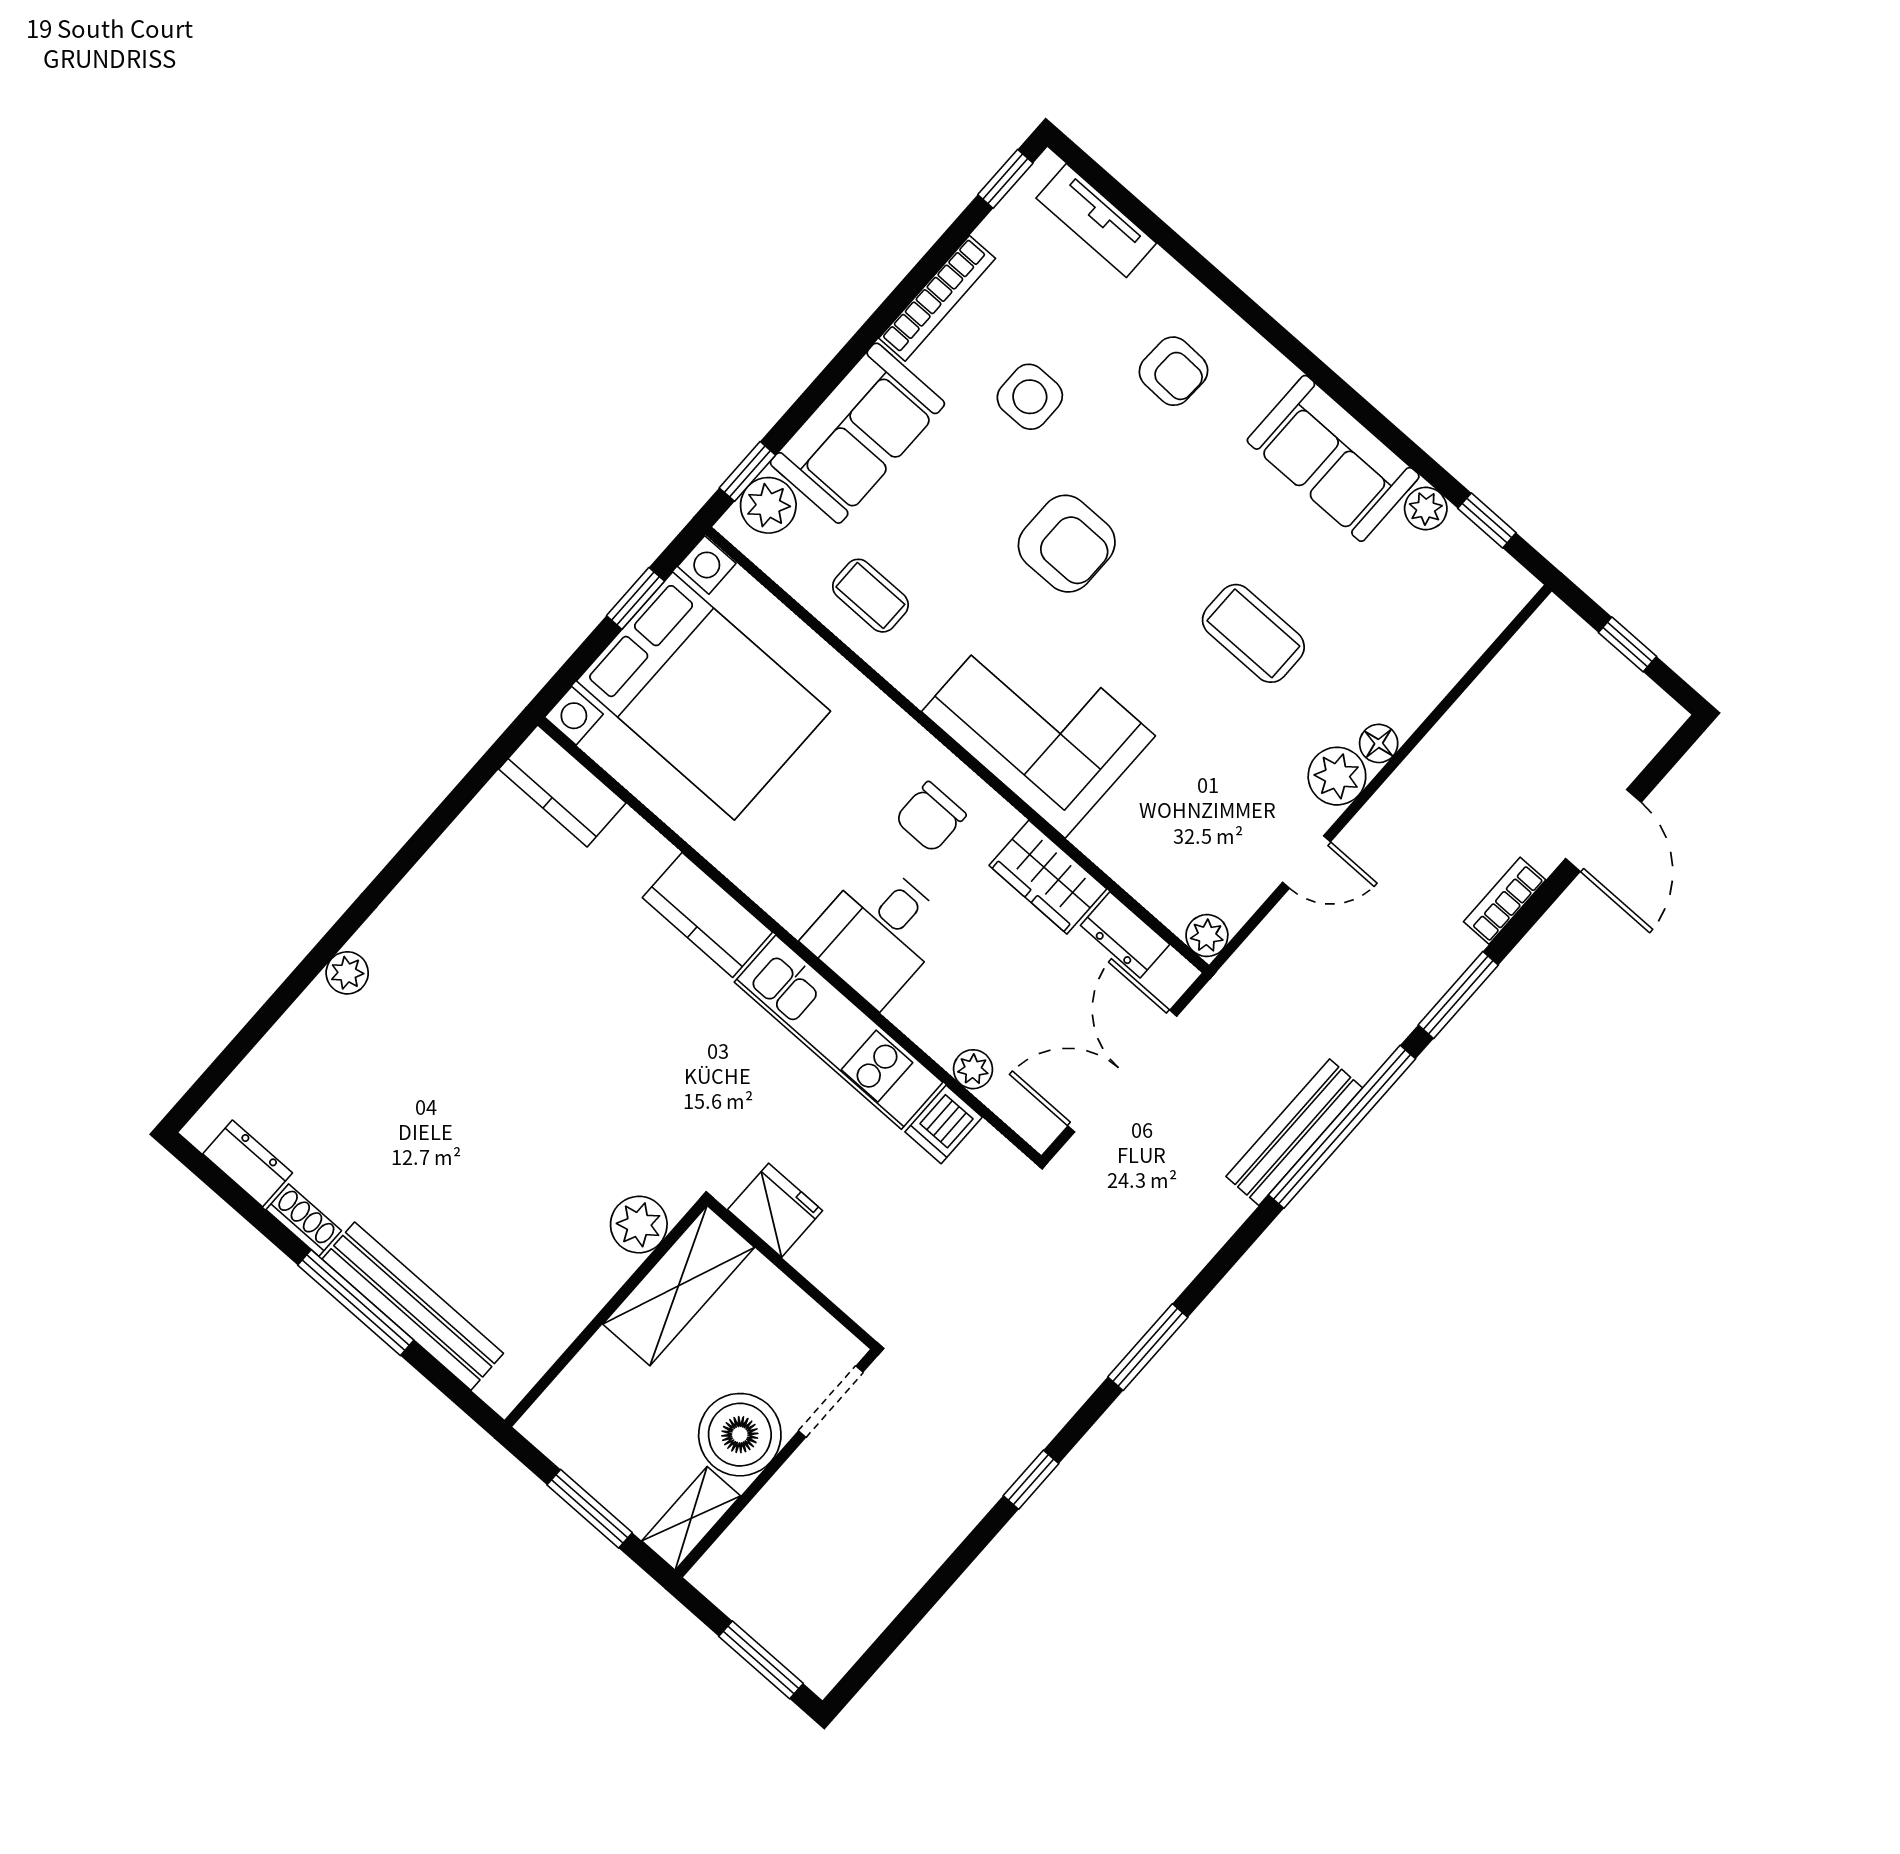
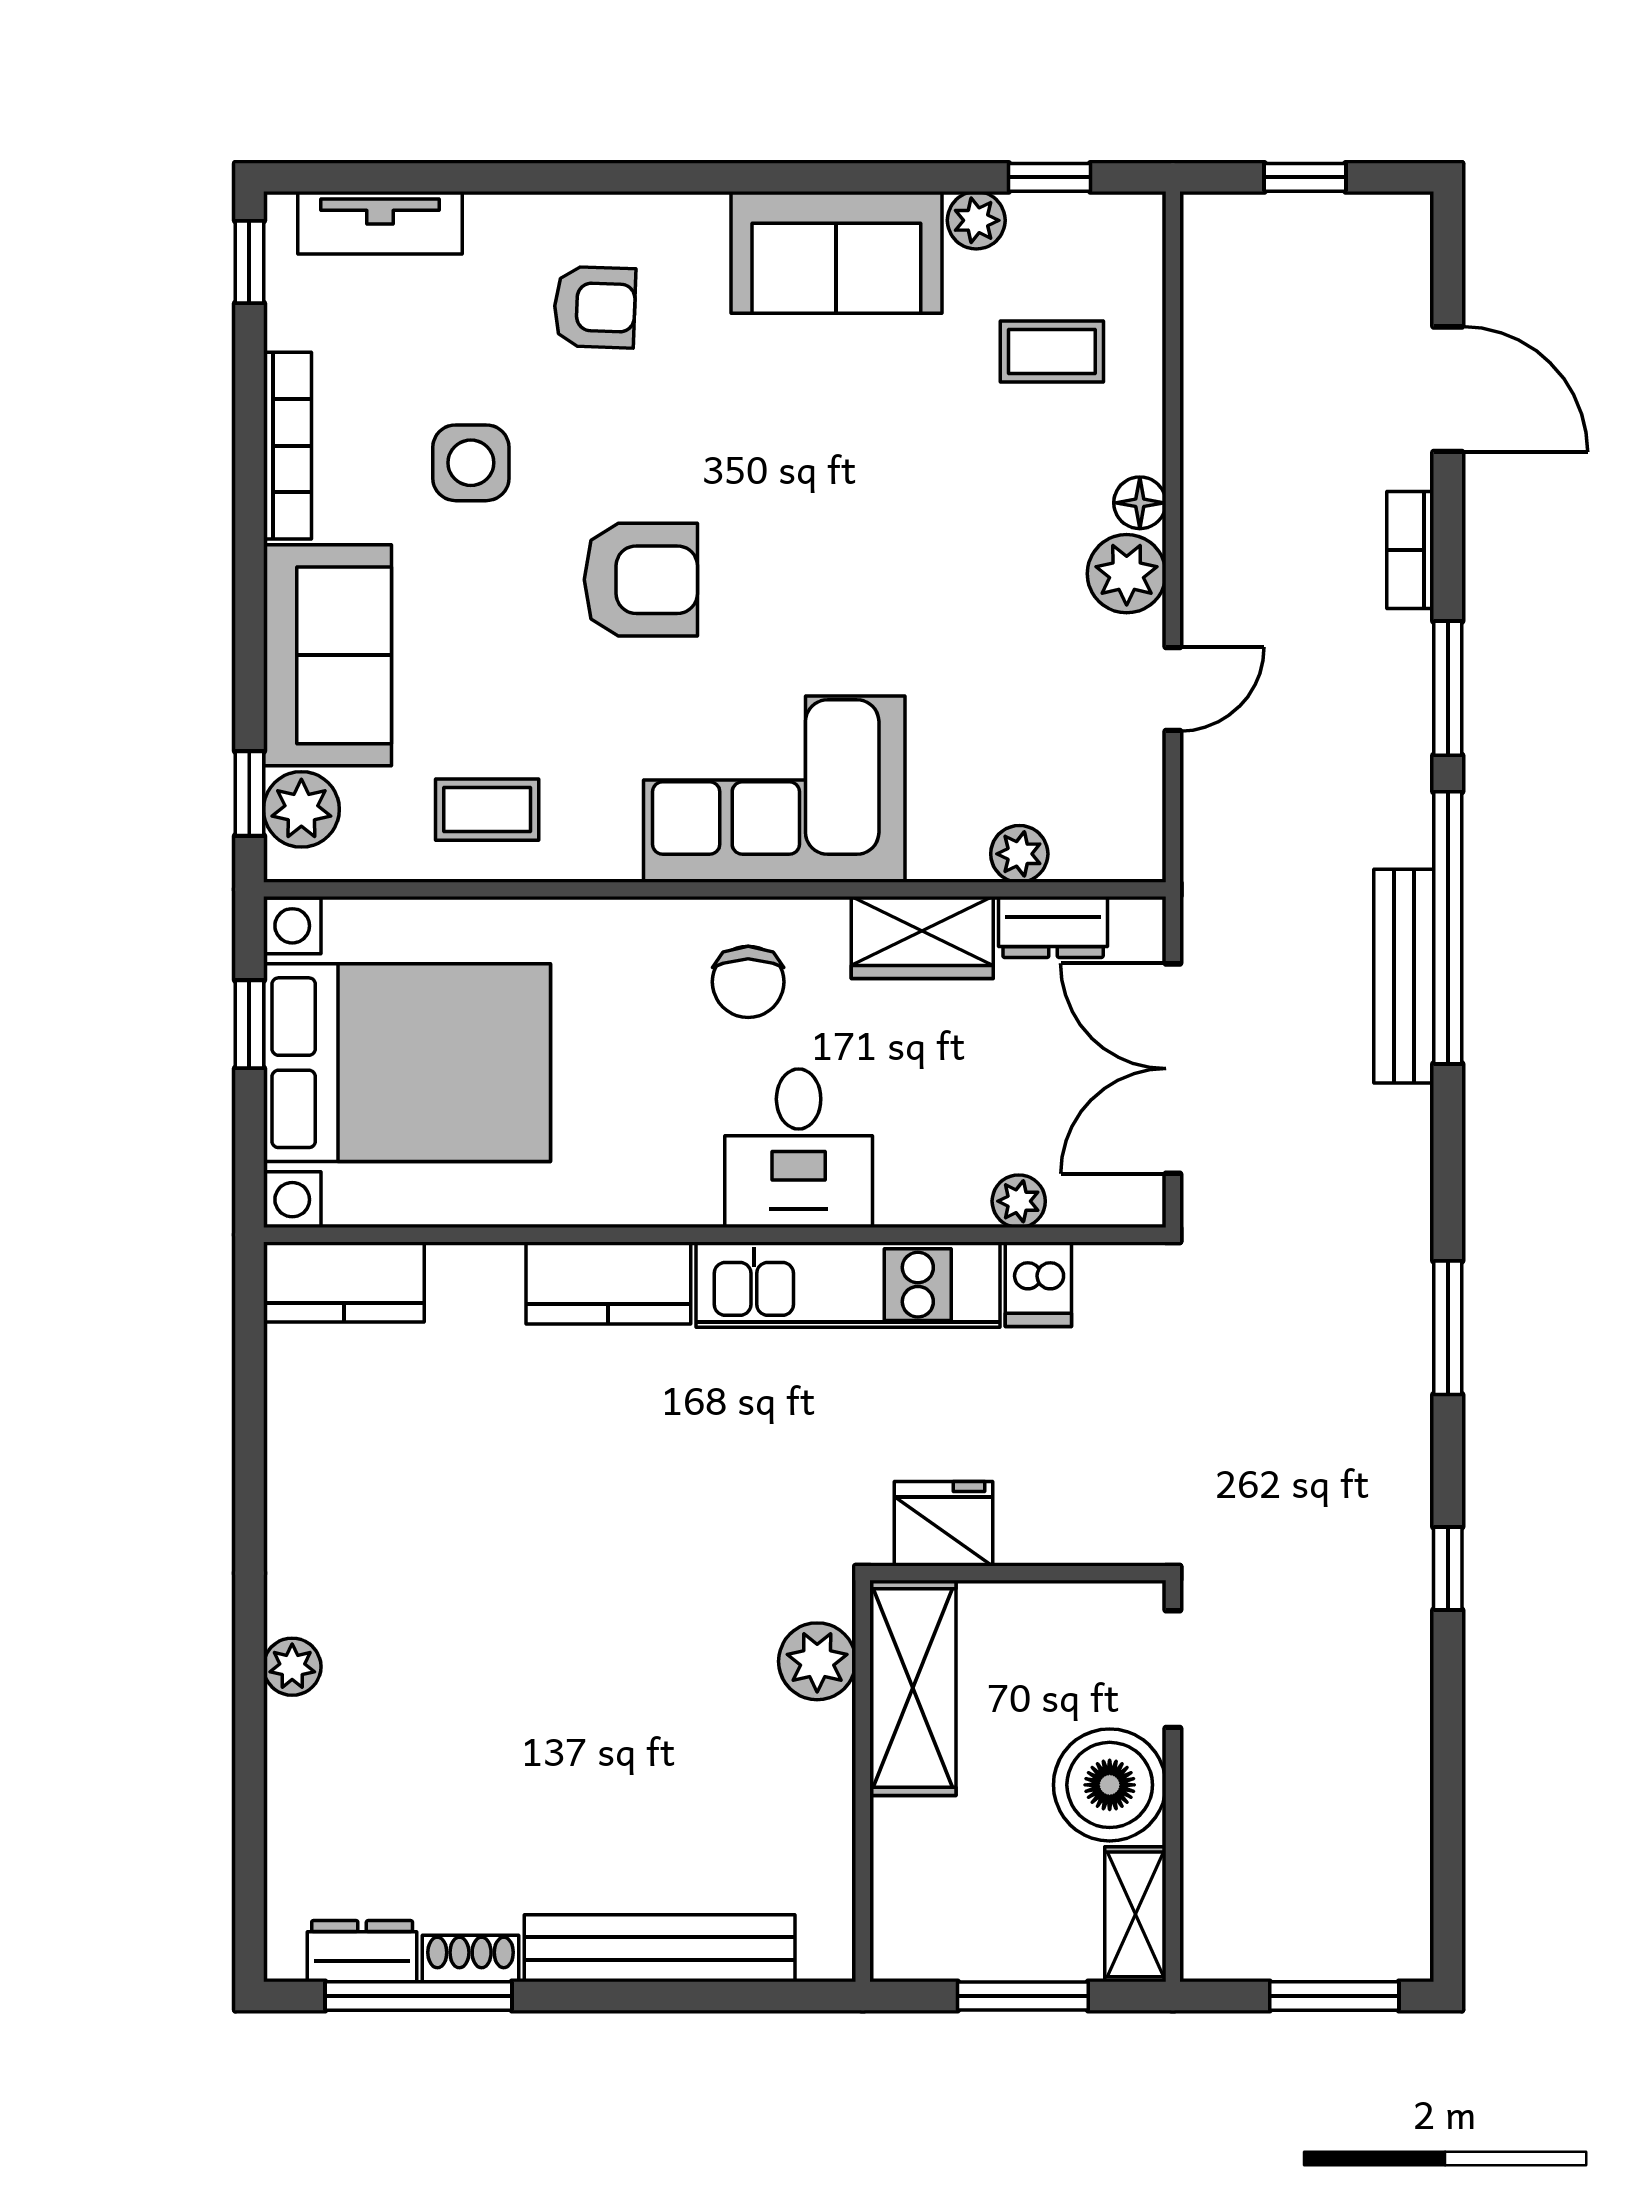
coffee table: (1253, 633) -> (1052, 351), moved, width x0.73, depth x0.77
plant: (1207, 936) -> (1019, 854), moved
window: (356, 1303) -> (418, 1996), moved

